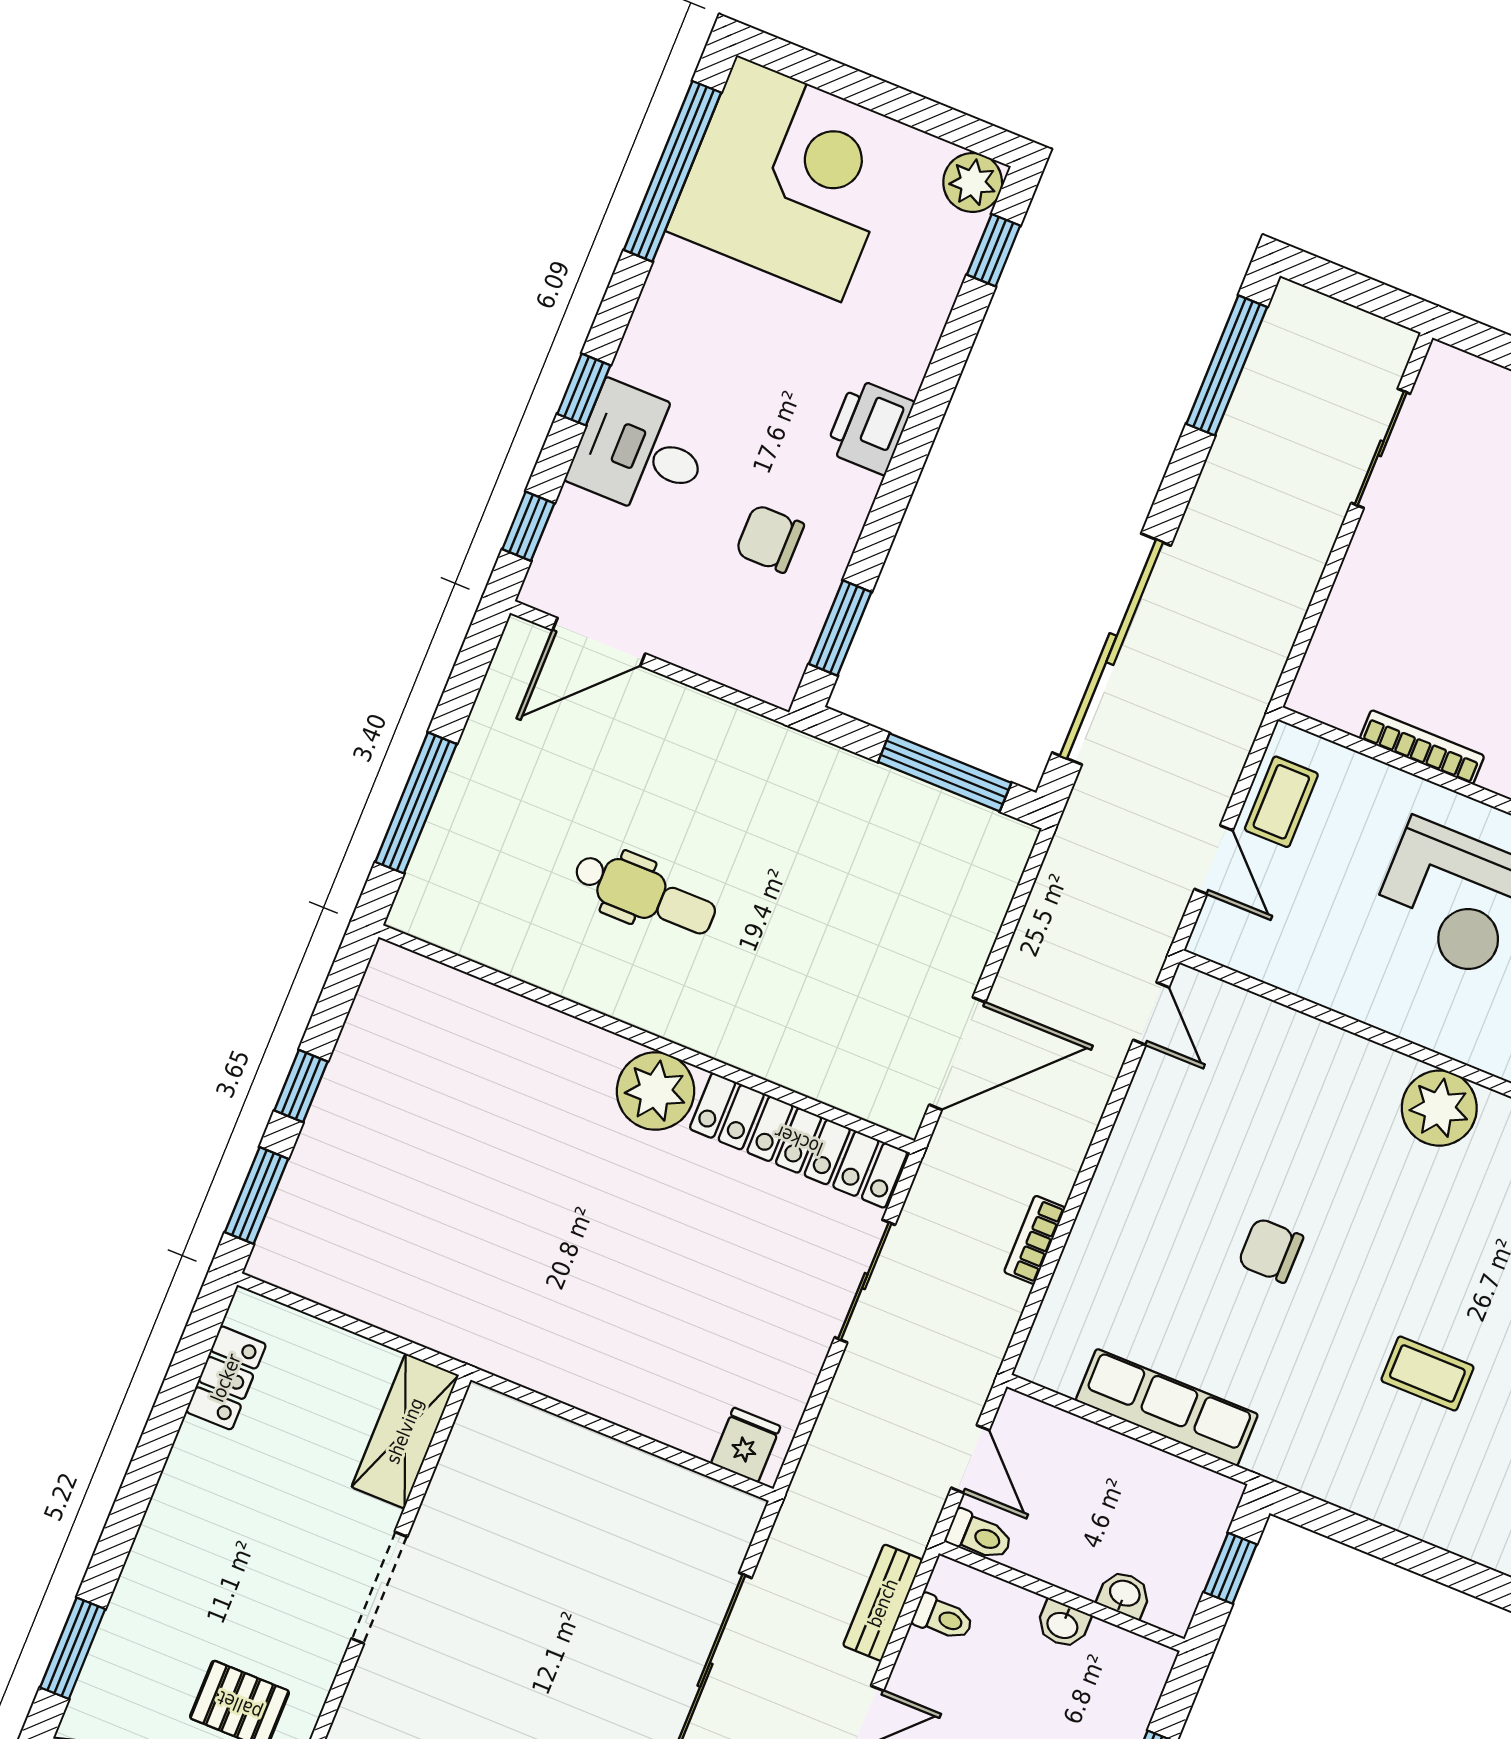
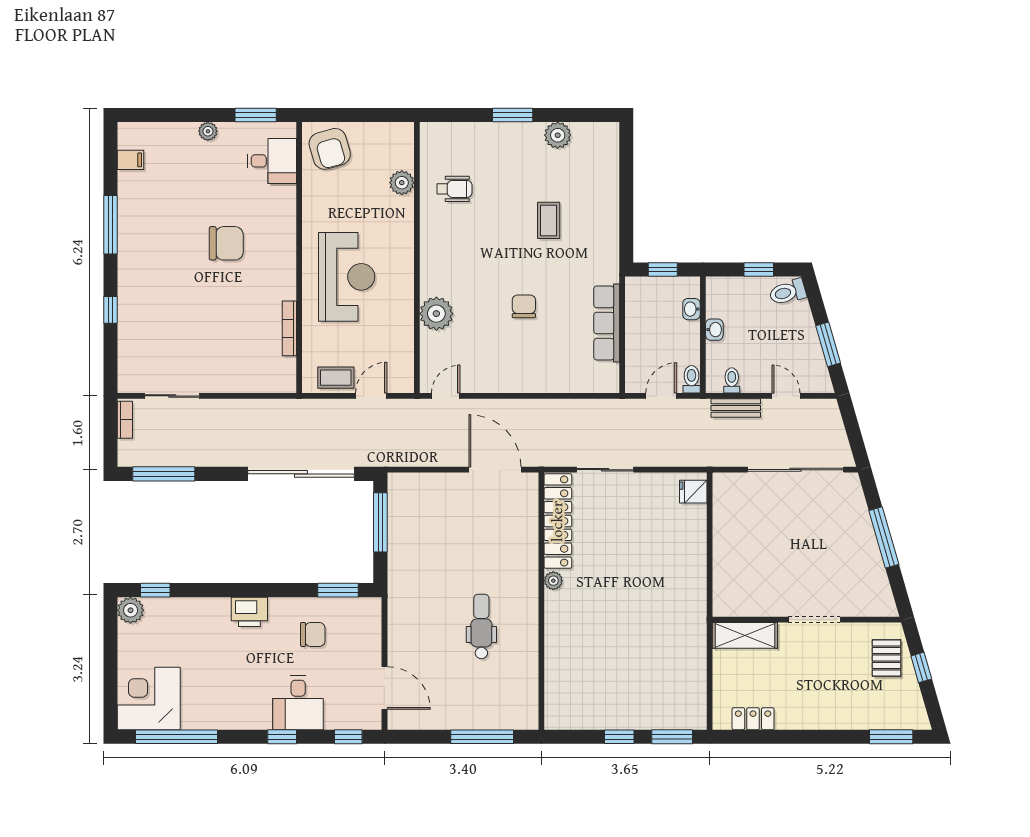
corner desk: (789, 179) -> (149, 699), width x0.74, depth x0.74
chair: (770, 539) -> (313, 634), turned -90
plant: (655, 1091) -> (553, 581), width x0.53, depth x0.53
plant: (1439, 1108) -> (436, 314), moved
bookcase: (1035, 1240) -> (125, 420), moved, turned -90
chair: (1271, 1250) -> (524, 306), turned 180

